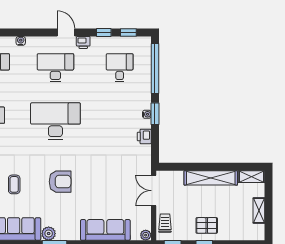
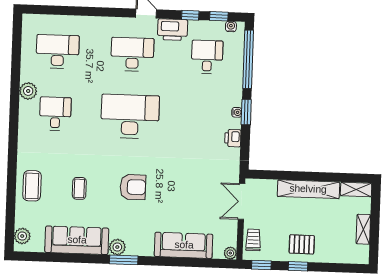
water cooler: (21, 41) -> (231, 27), moved
printer: (83, 42) -> (173, 30), width x1.87, depth x1.48

